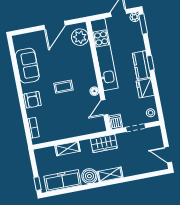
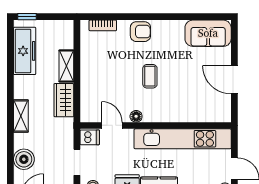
plant: (80, 37) -> (212, 111), removed
sofa: (27, 66) -> (208, 33), moved
armchair: (33, 100) -> (140, 32), turned 180
wardrobe: (104, 143) -> (64, 100), moved
boiler: (89, 176) -> (24, 159), moved

